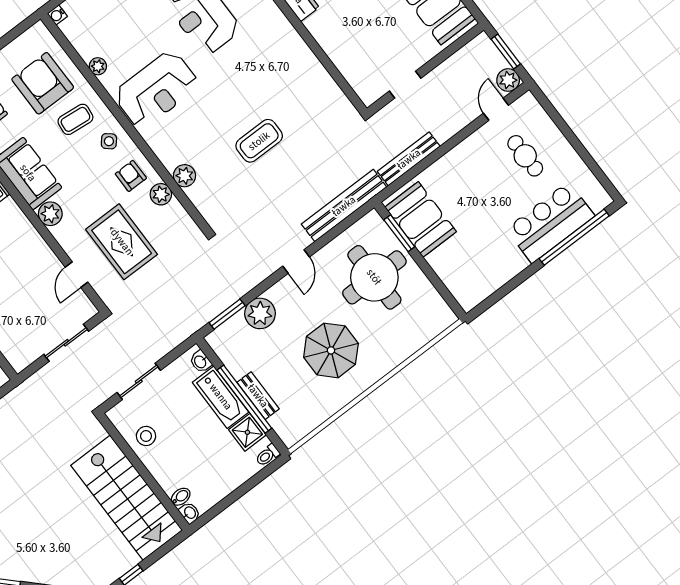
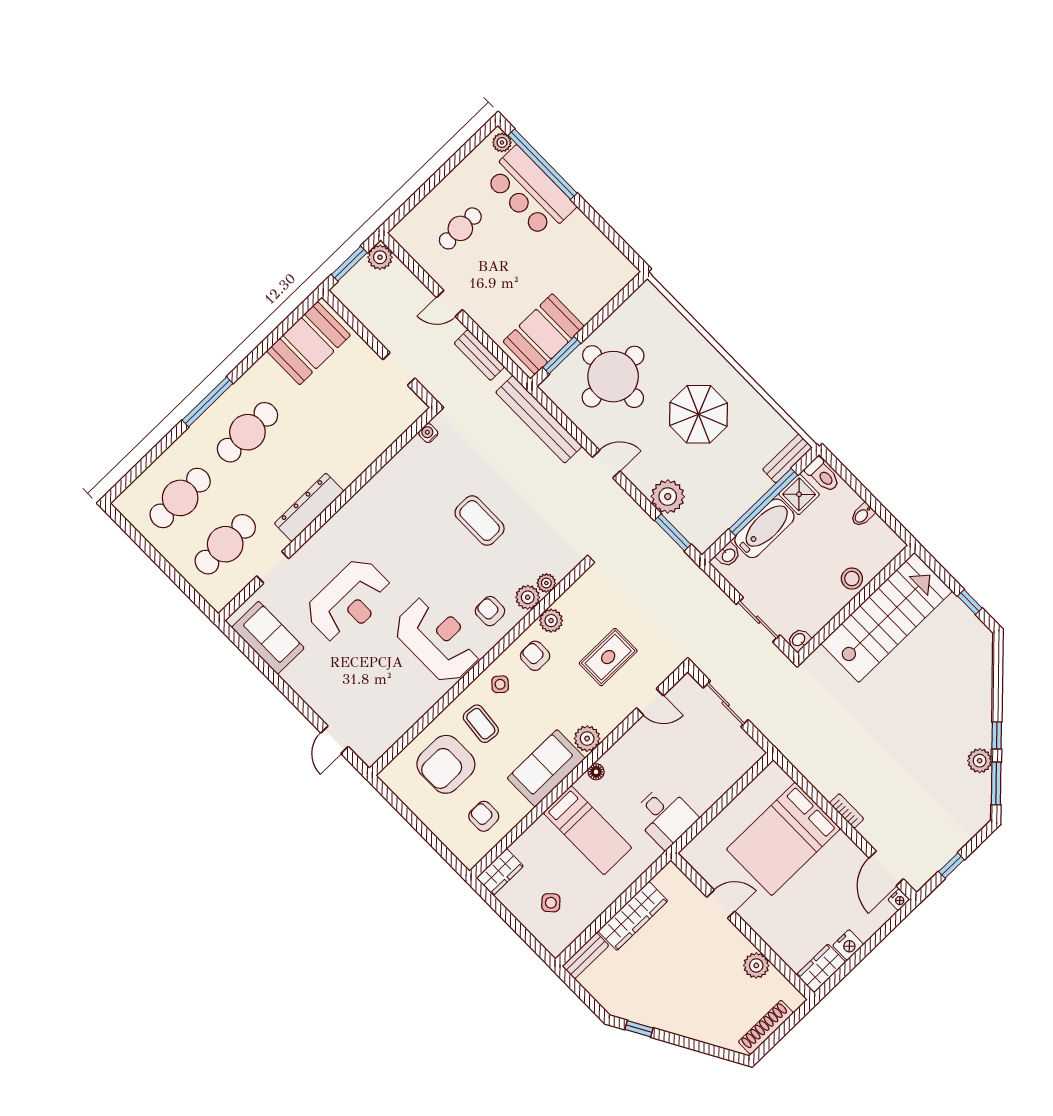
water cooler: (57, 15) -> (428, 433), moved, turned 180
plant: (98, 66) -> (546, 583), moved
door: (496, 109) -> (449, 303), moved
armchair: (176, 140) -> (490, 611), added
bench: (409, 159) -> (479, 355), width x0.73
armchair: (131, 176) -> (535, 656), turned 90
plant: (598, 203) -> (502, 142), added
floor lamp: (19, 218) -> (596, 772), added
rug: (122, 242) -> (608, 657), width x0.73, depth x0.70
bench: (258, 396) -> (787, 458), moved
stool: (146, 436) -> (852, 579), moved
toilet: (267, 455) -> (823, 475), width x1.37, depth x1.39
bidet: (181, 497) -> (863, 515), moved, turned -90
washbasin: (190, 513) -> (799, 640), moved

